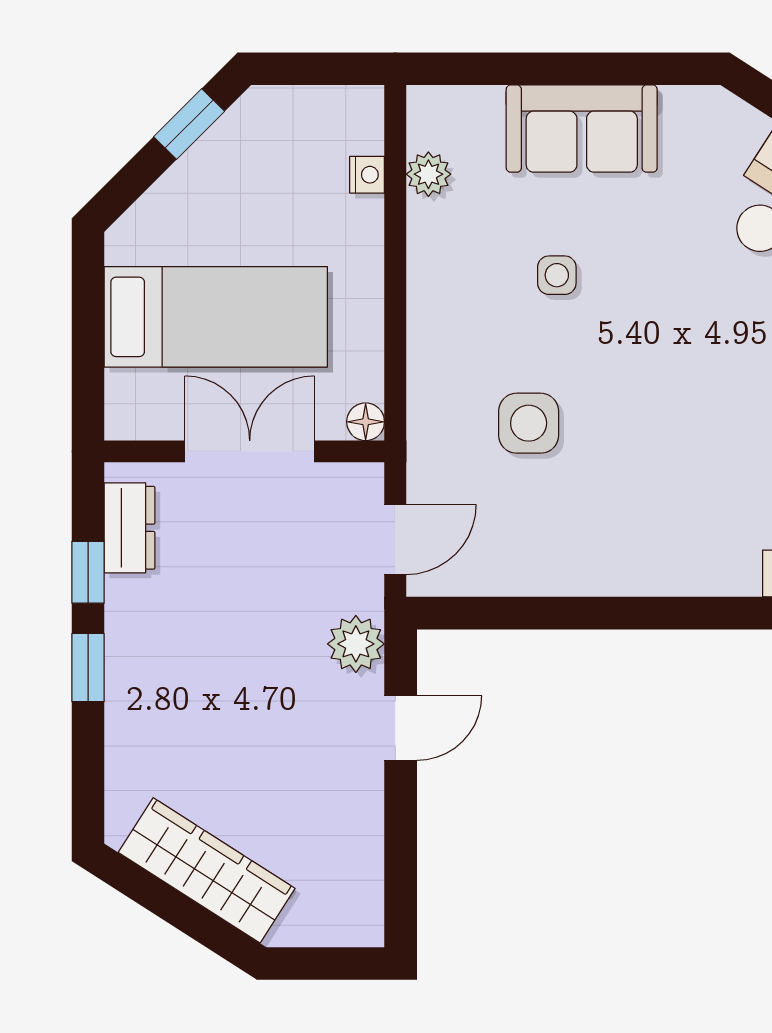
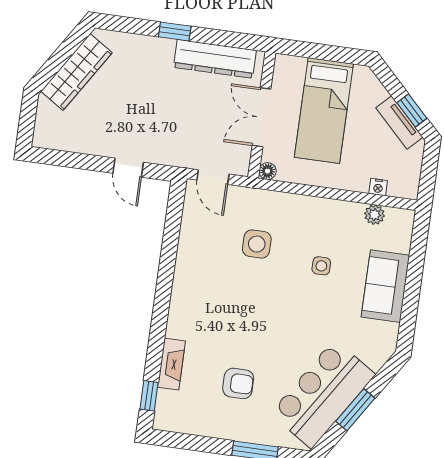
tv unit: (219, 148) -> (399, 123), added
double door: (250, 451) -> (261, 117), swing flipped
dresser: (129, 528) -> (215, 59), width x1.96, depth x1.24
window: (88, 572) -> (217, 37), removed
plant: (356, 644) -> (169, 153), removed

